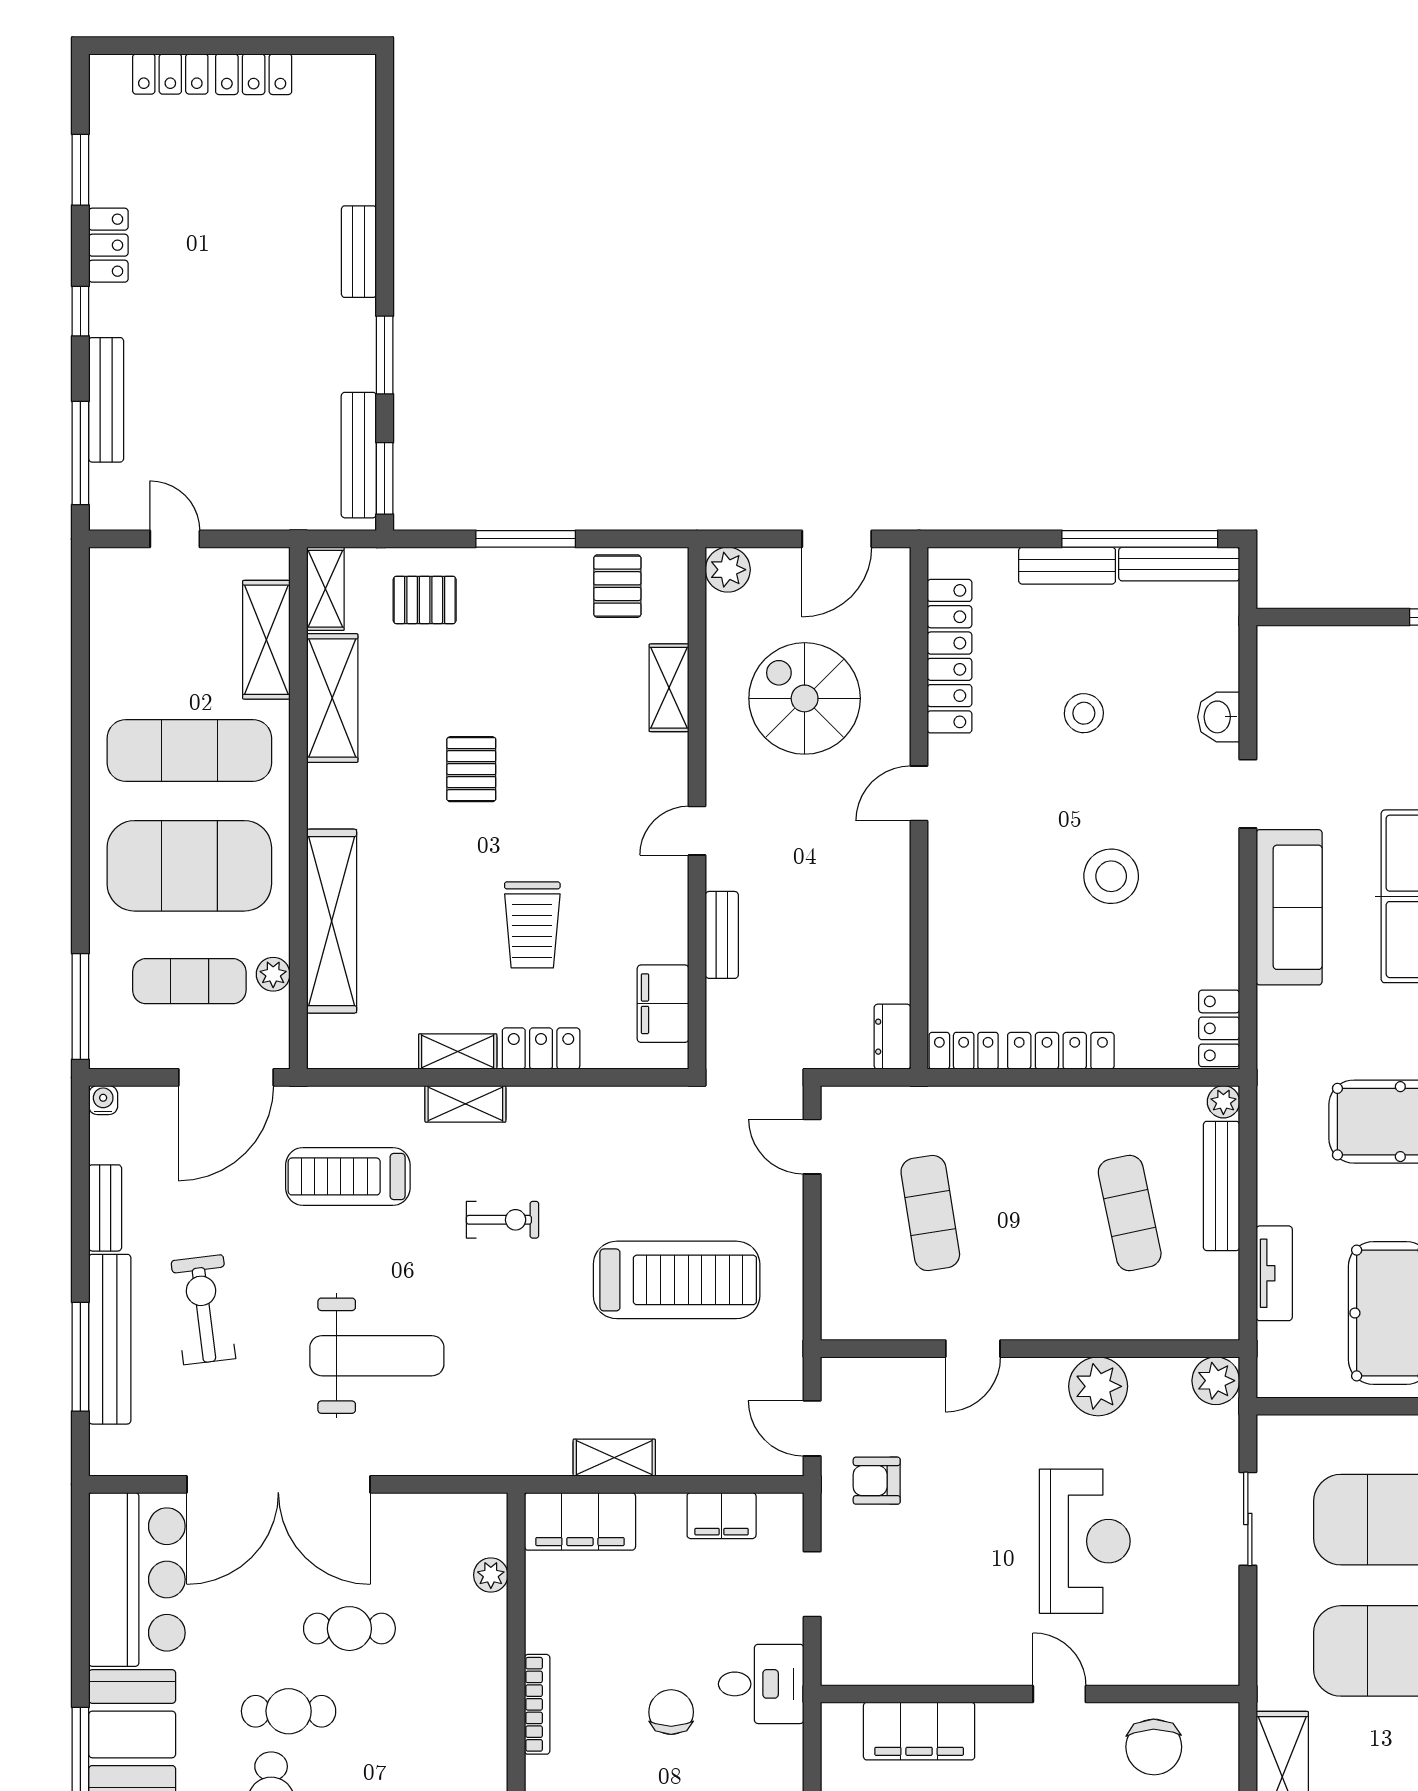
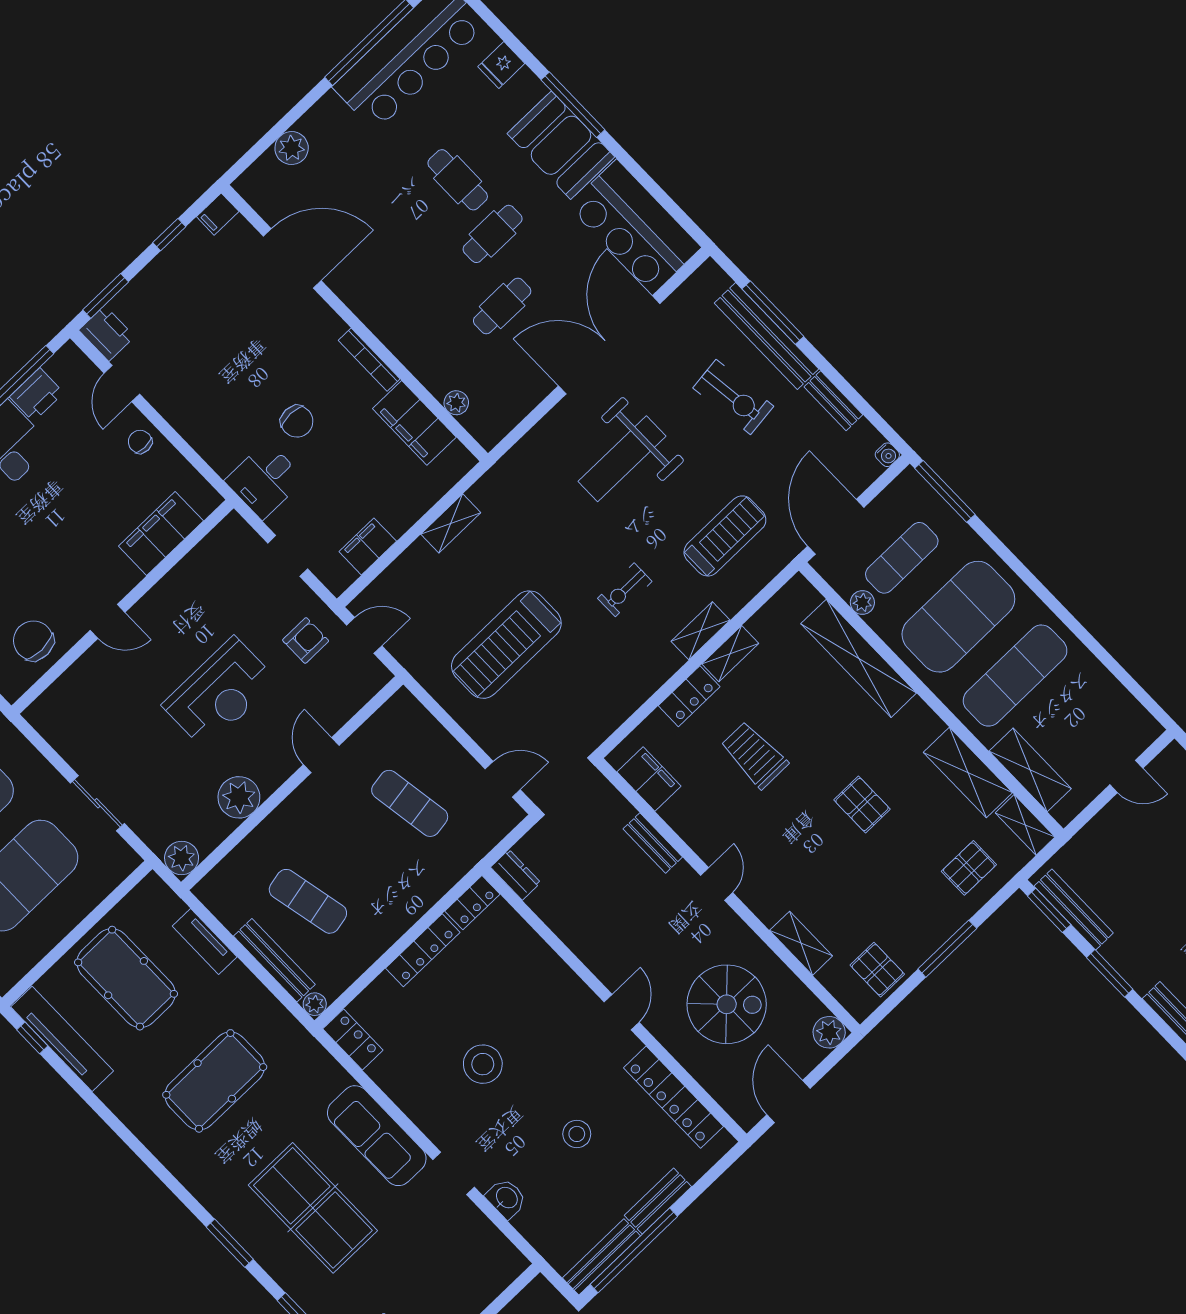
filing cabinet: (580, 1521) -> (414, 423), moved, turned -90
reception desk: (1085, 1541) -> (219, 693), moved, turned -90

